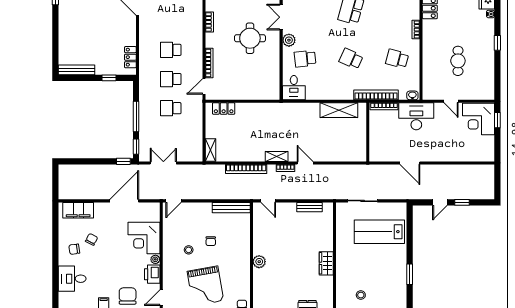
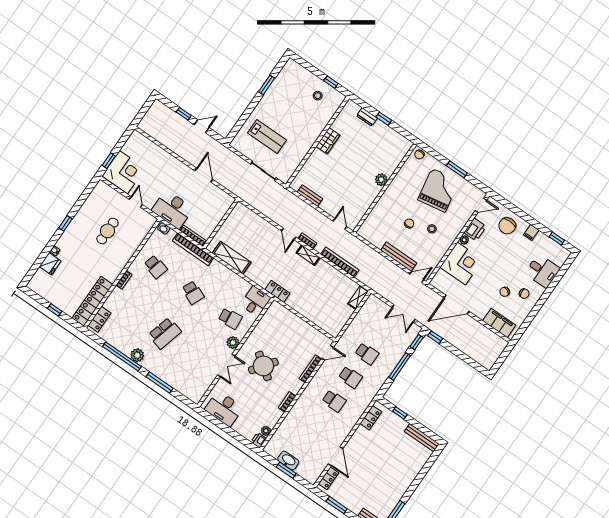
round table: (250, 38) -> (263, 366), turned 36
locker: (224, 109) -> (277, 291), moved
bench: (231, 208) -> (399, 257), moved
lab bench: (379, 232) -> (267, 137), width x0.73, depth x0.72

